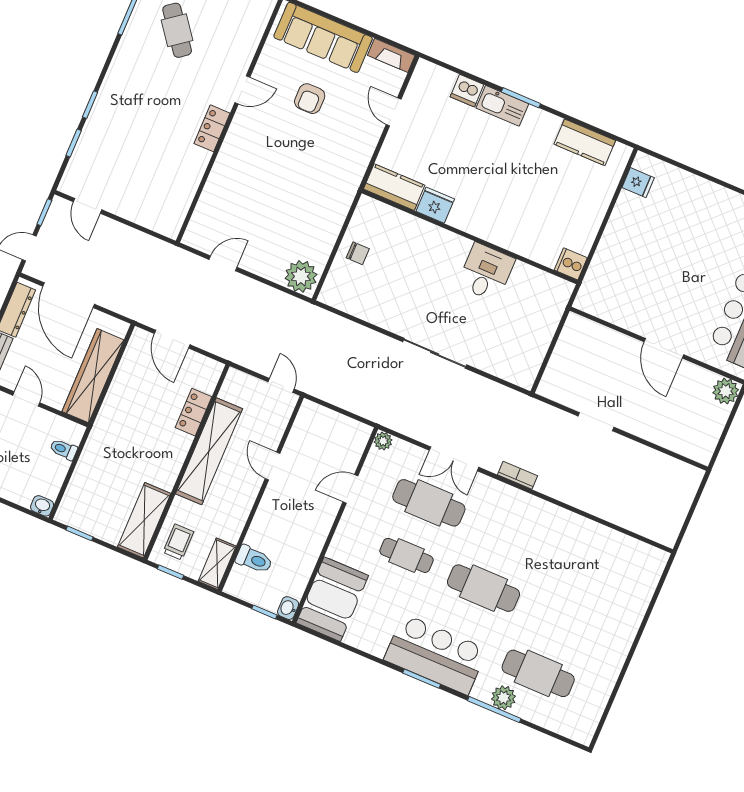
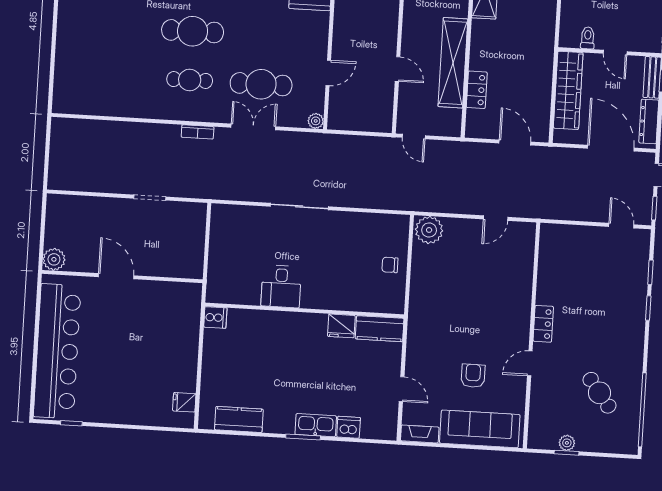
toilet: (64, 449) -> (588, 38), moved, turned -90
cafe table: (406, 555) -> (190, 80), moved

